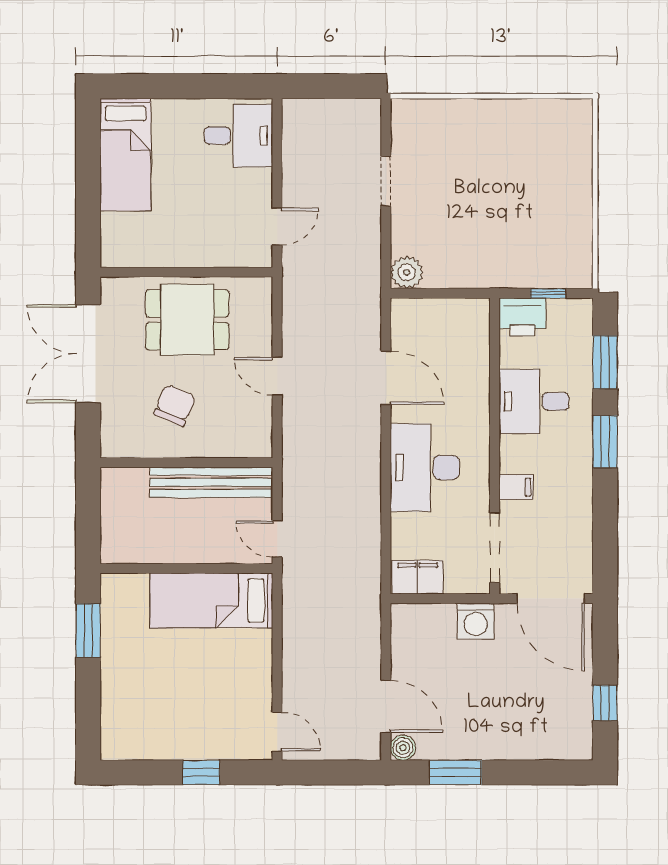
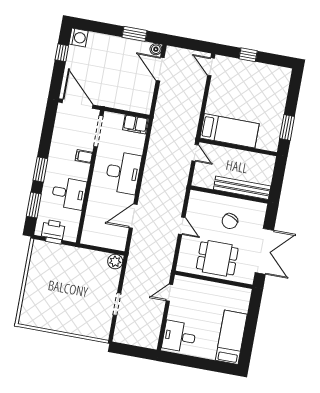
printer: (522, 317) -> (53, 230), moved
door: (386, 378) -> (133, 216), hinge flipped
bench: (211, 482) -> (242, 188), moved
washing machine: (476, 621) -> (79, 38), moved, turned 90

